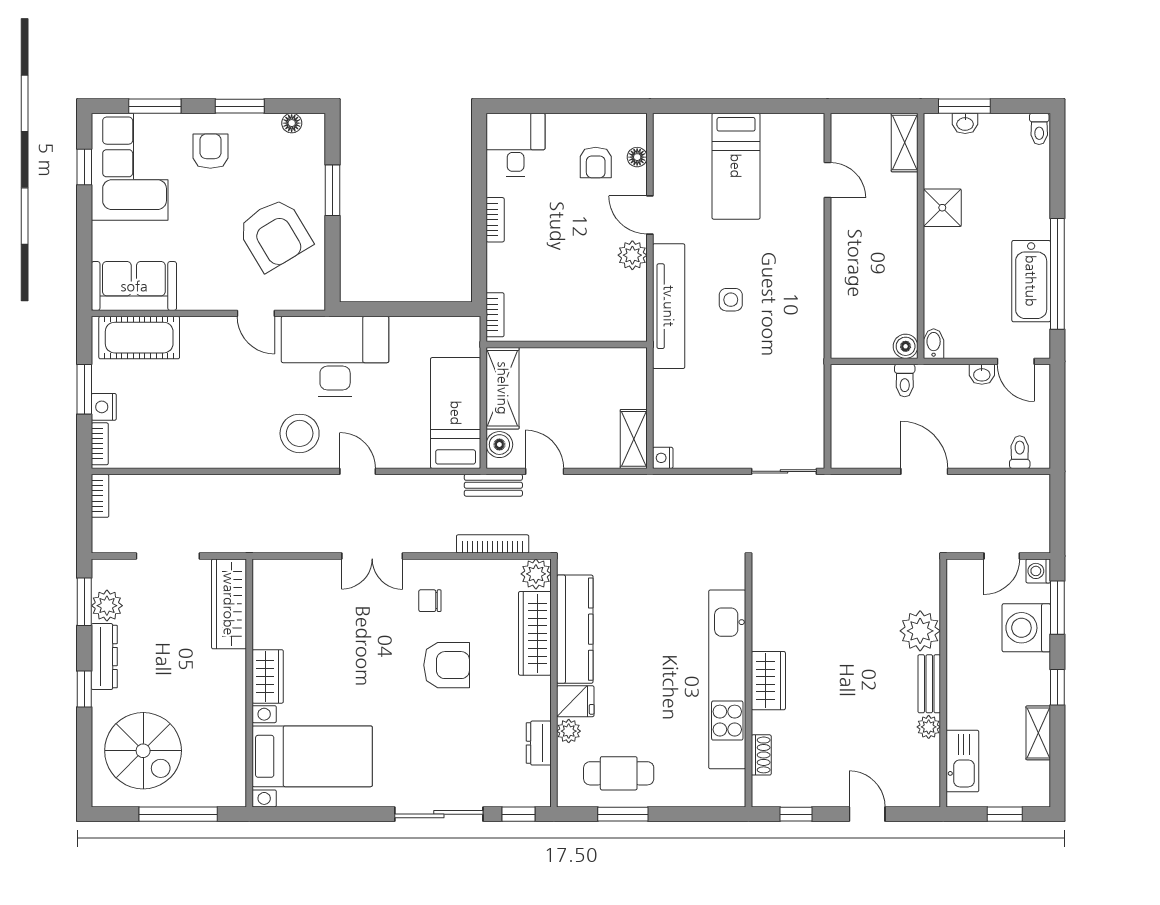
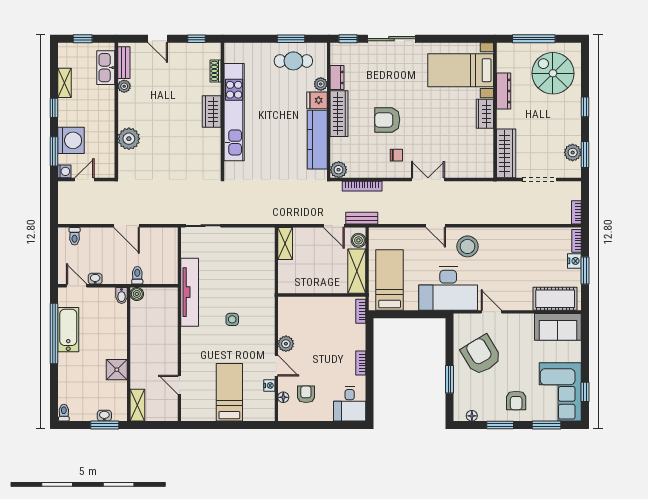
tv unit: (669, 306) -> (190, 292), moved, turned 180
bed: (456, 413) -> (390, 280), moved, turned 180
nightstand: (663, 458) -> (269, 385), moved
wardrobe: (535, 633) -> (339, 114), moved
dresser: (104, 657) -> (504, 91), moved, turned 180
bench: (929, 684) -> (124, 63), moved

